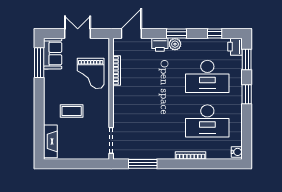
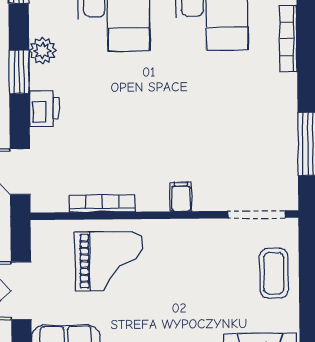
plant: (175, 44) -> (43, 51), moved
filing cabinet: (119, 106) -> (181, 197), added
coffee table: (72, 111) -> (274, 273), moved

